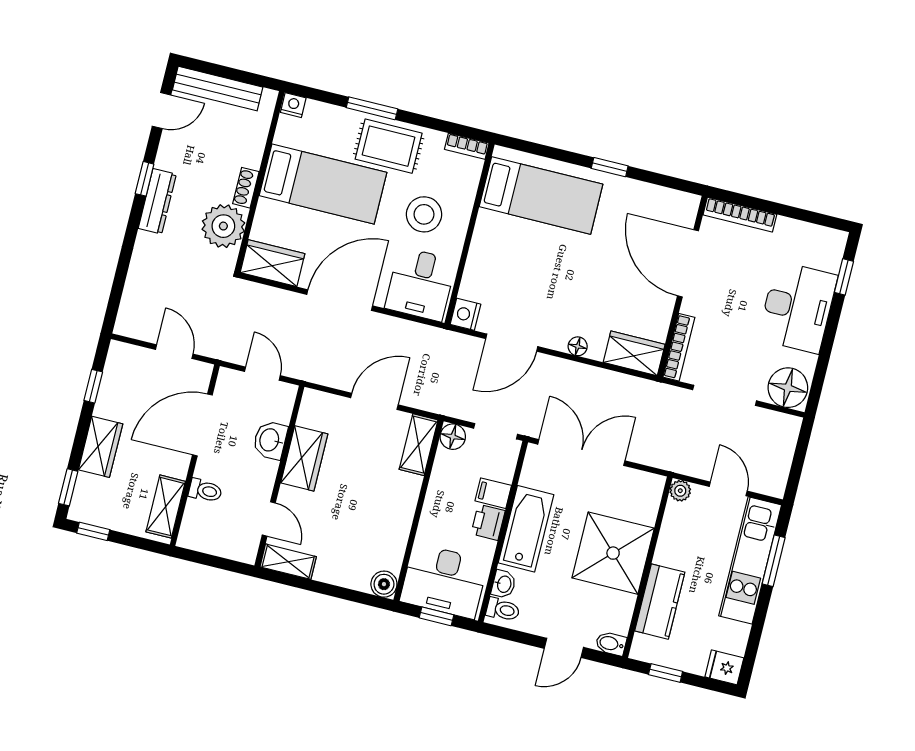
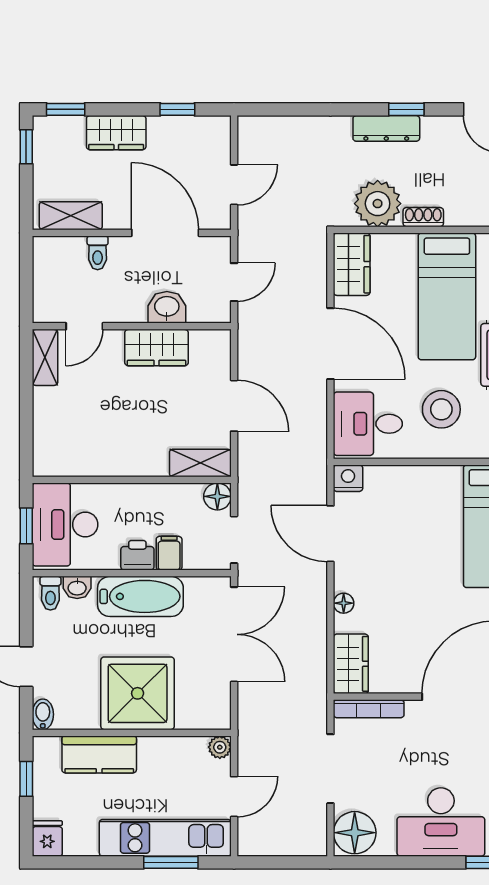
boiler: (384, 584) -> (46, 463), removed

